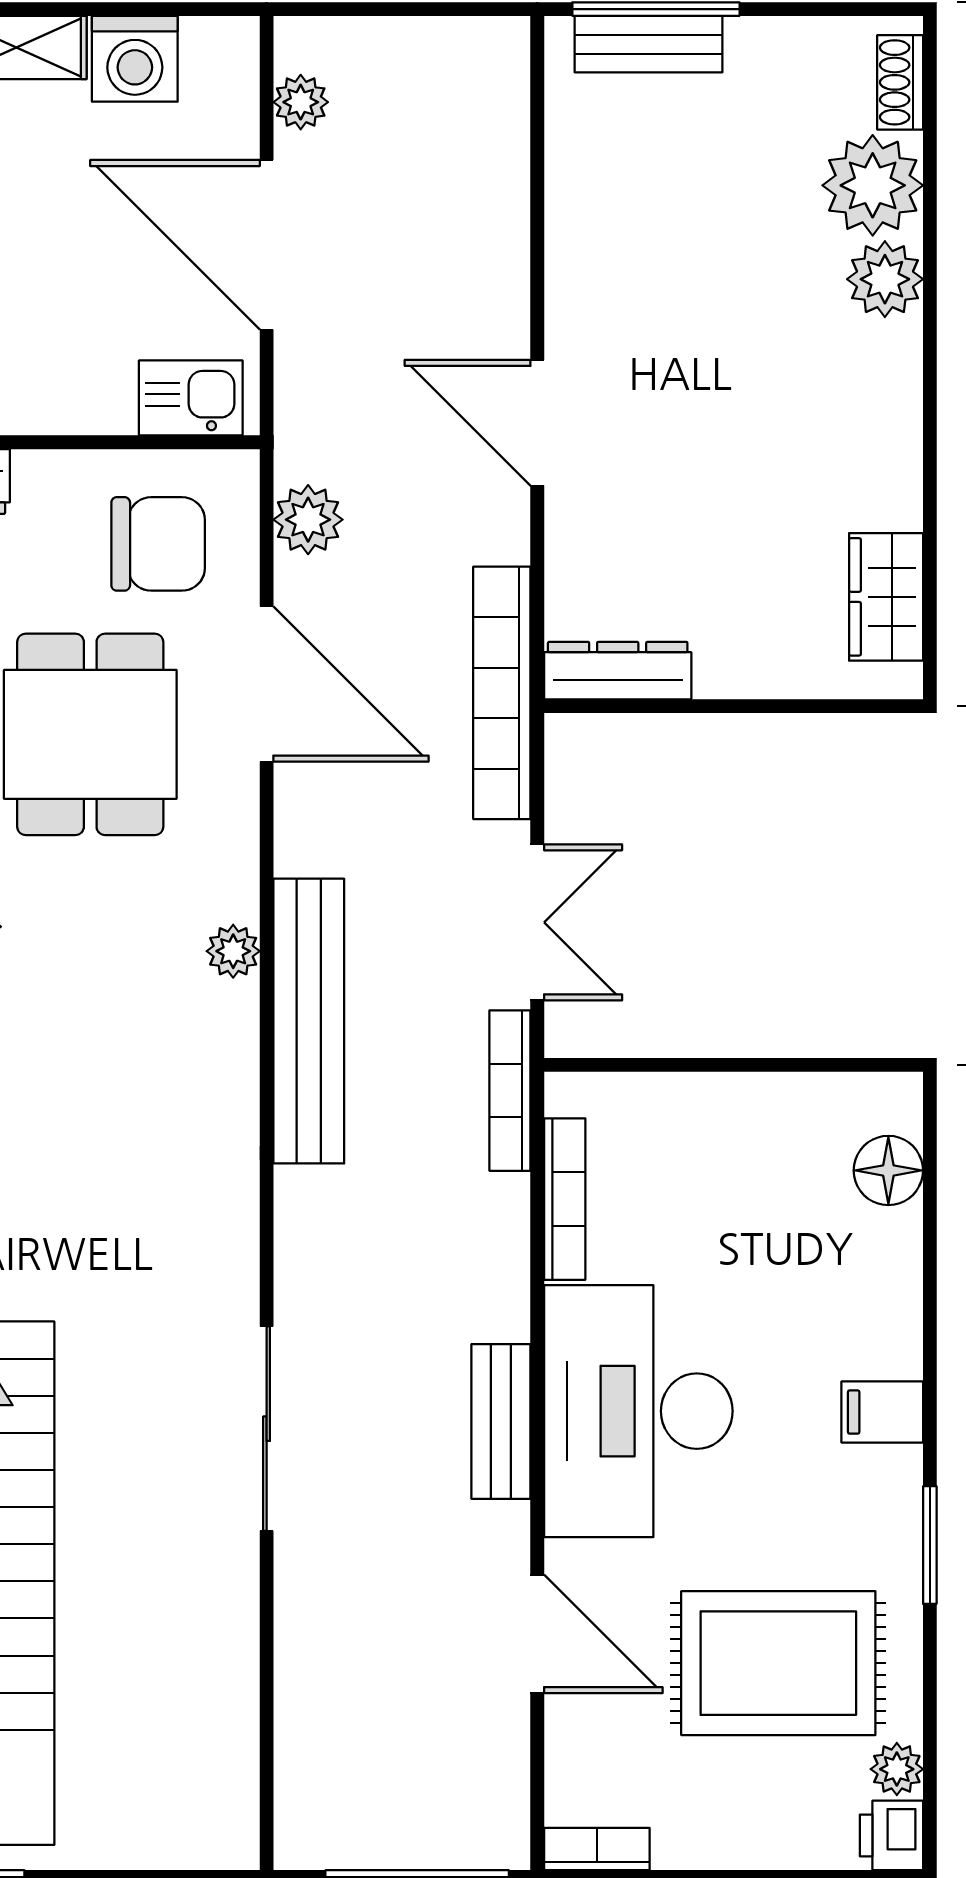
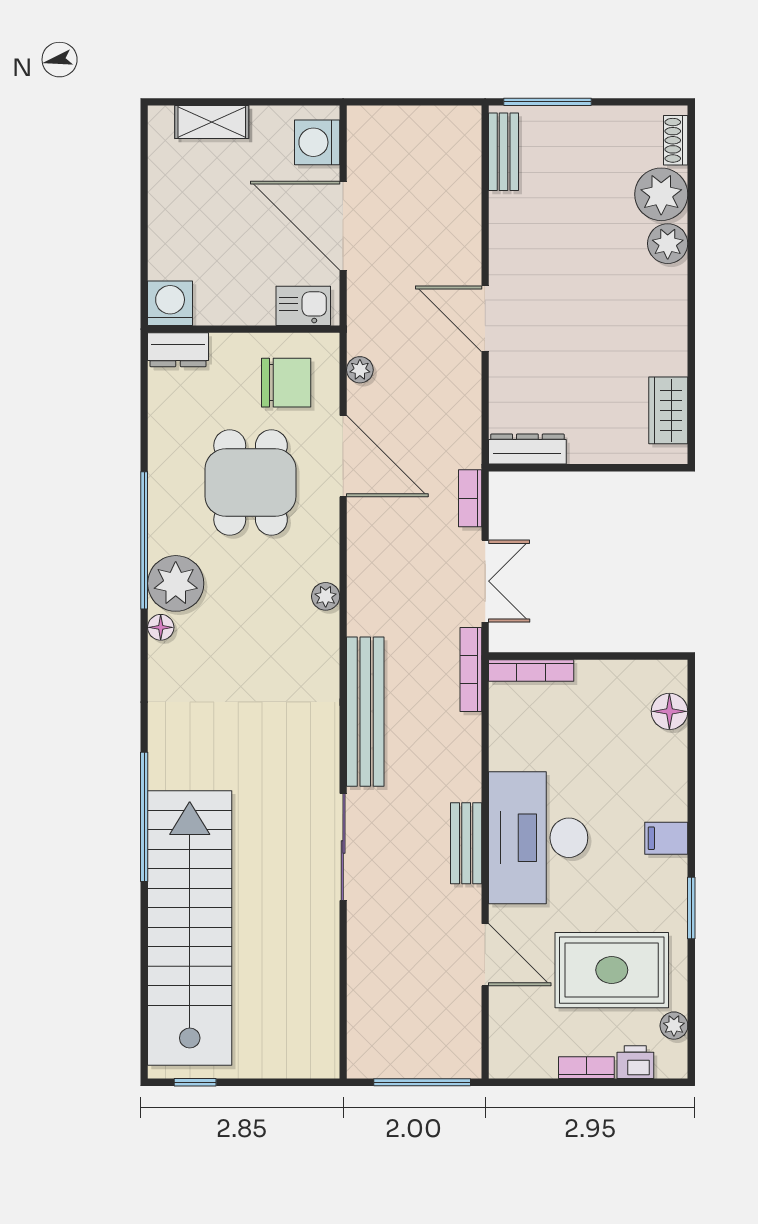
bench: (649, 44) -> (504, 152), moved, turned 90
washing machine: (135, 59) -> (317, 142), moved, turned 90
plant: (301, 102) -> (361, 151), removed
plant: (308, 520) -> (360, 370), width x0.73, depth x0.73
bookcase: (502, 693) -> (470, 498), width x0.43, depth x0.76
bench: (309, 1021) -> (365, 712), moved
bookcase: (565, 1199) -> (531, 670), moved, turned 90
printer: (891, 1835) -> (635, 1062), moved, turned 90
bookcase: (597, 1849) -> (586, 1068), moved

